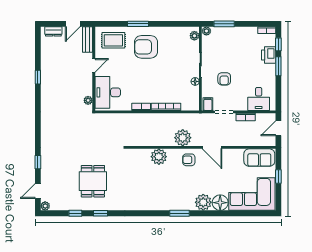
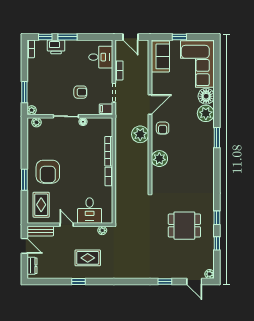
rug: (61, 86) -> (88, 258), added
desk: (108, 92) -> (90, 211), width x0.73

